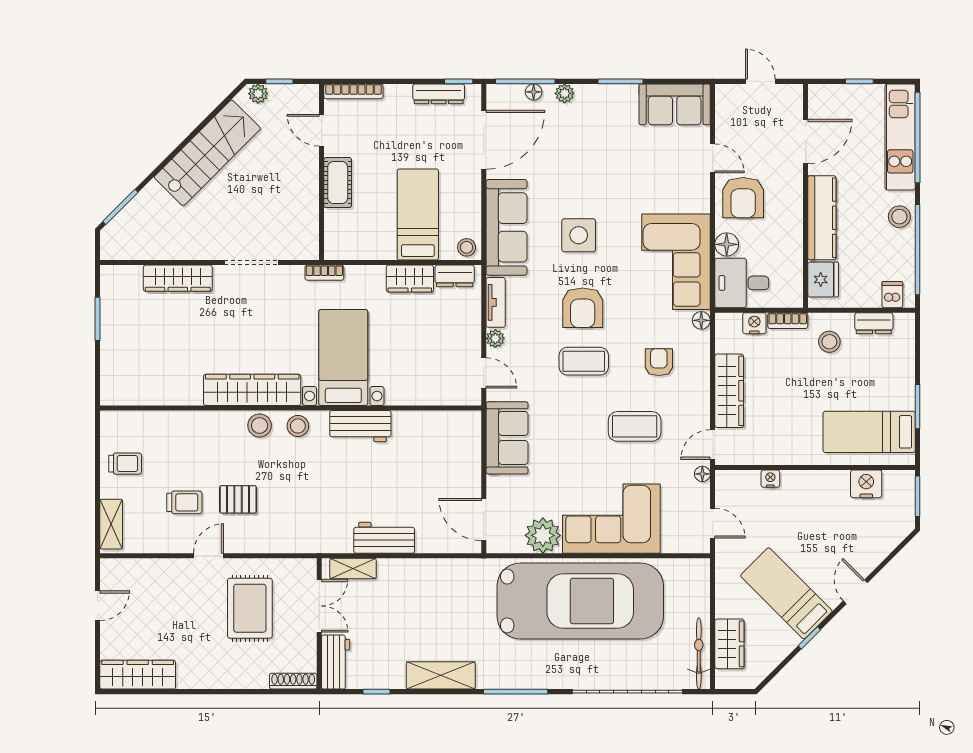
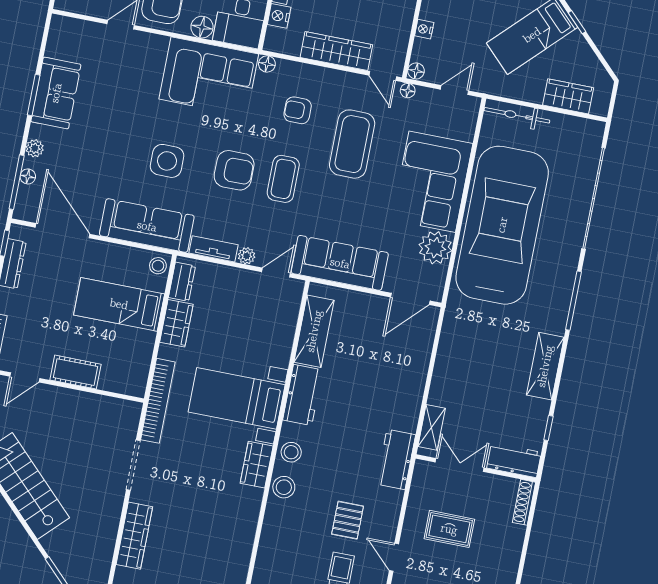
sofa: (675, 104) -> (56, 93), moved
bookcase: (324, 273) -> (158, 401), width x2.31, depth x1.31
wardrobe: (252, 390) -> (257, 465), width x0.48, depth x0.85
shelving: (430, 425) -> (314, 331), added
coffee table: (635, 426) -> (352, 144), width x1.36, depth x1.32
sofa: (507, 438) -> (340, 263), width x1.36
floor lamp: (725, 479) -> (416, 71), added
workbench: (384, 538) -> (396, 459), moved
rug: (250, 608) -> (449, 529), width x0.73, depth x0.70
bicycle: (699, 653) -> (517, 115), moved

